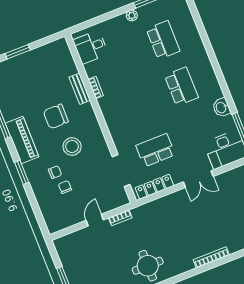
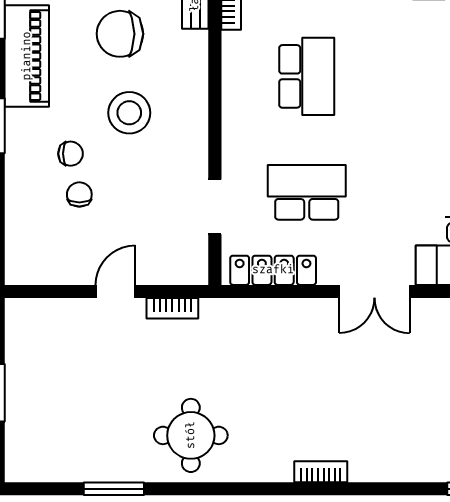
school desk: (181, 86) -> (307, 76), moved
doorway: (121, 171) -> (215, 207), width x0.73
bookcase: (211, 257) -> (321, 472), width x0.64

